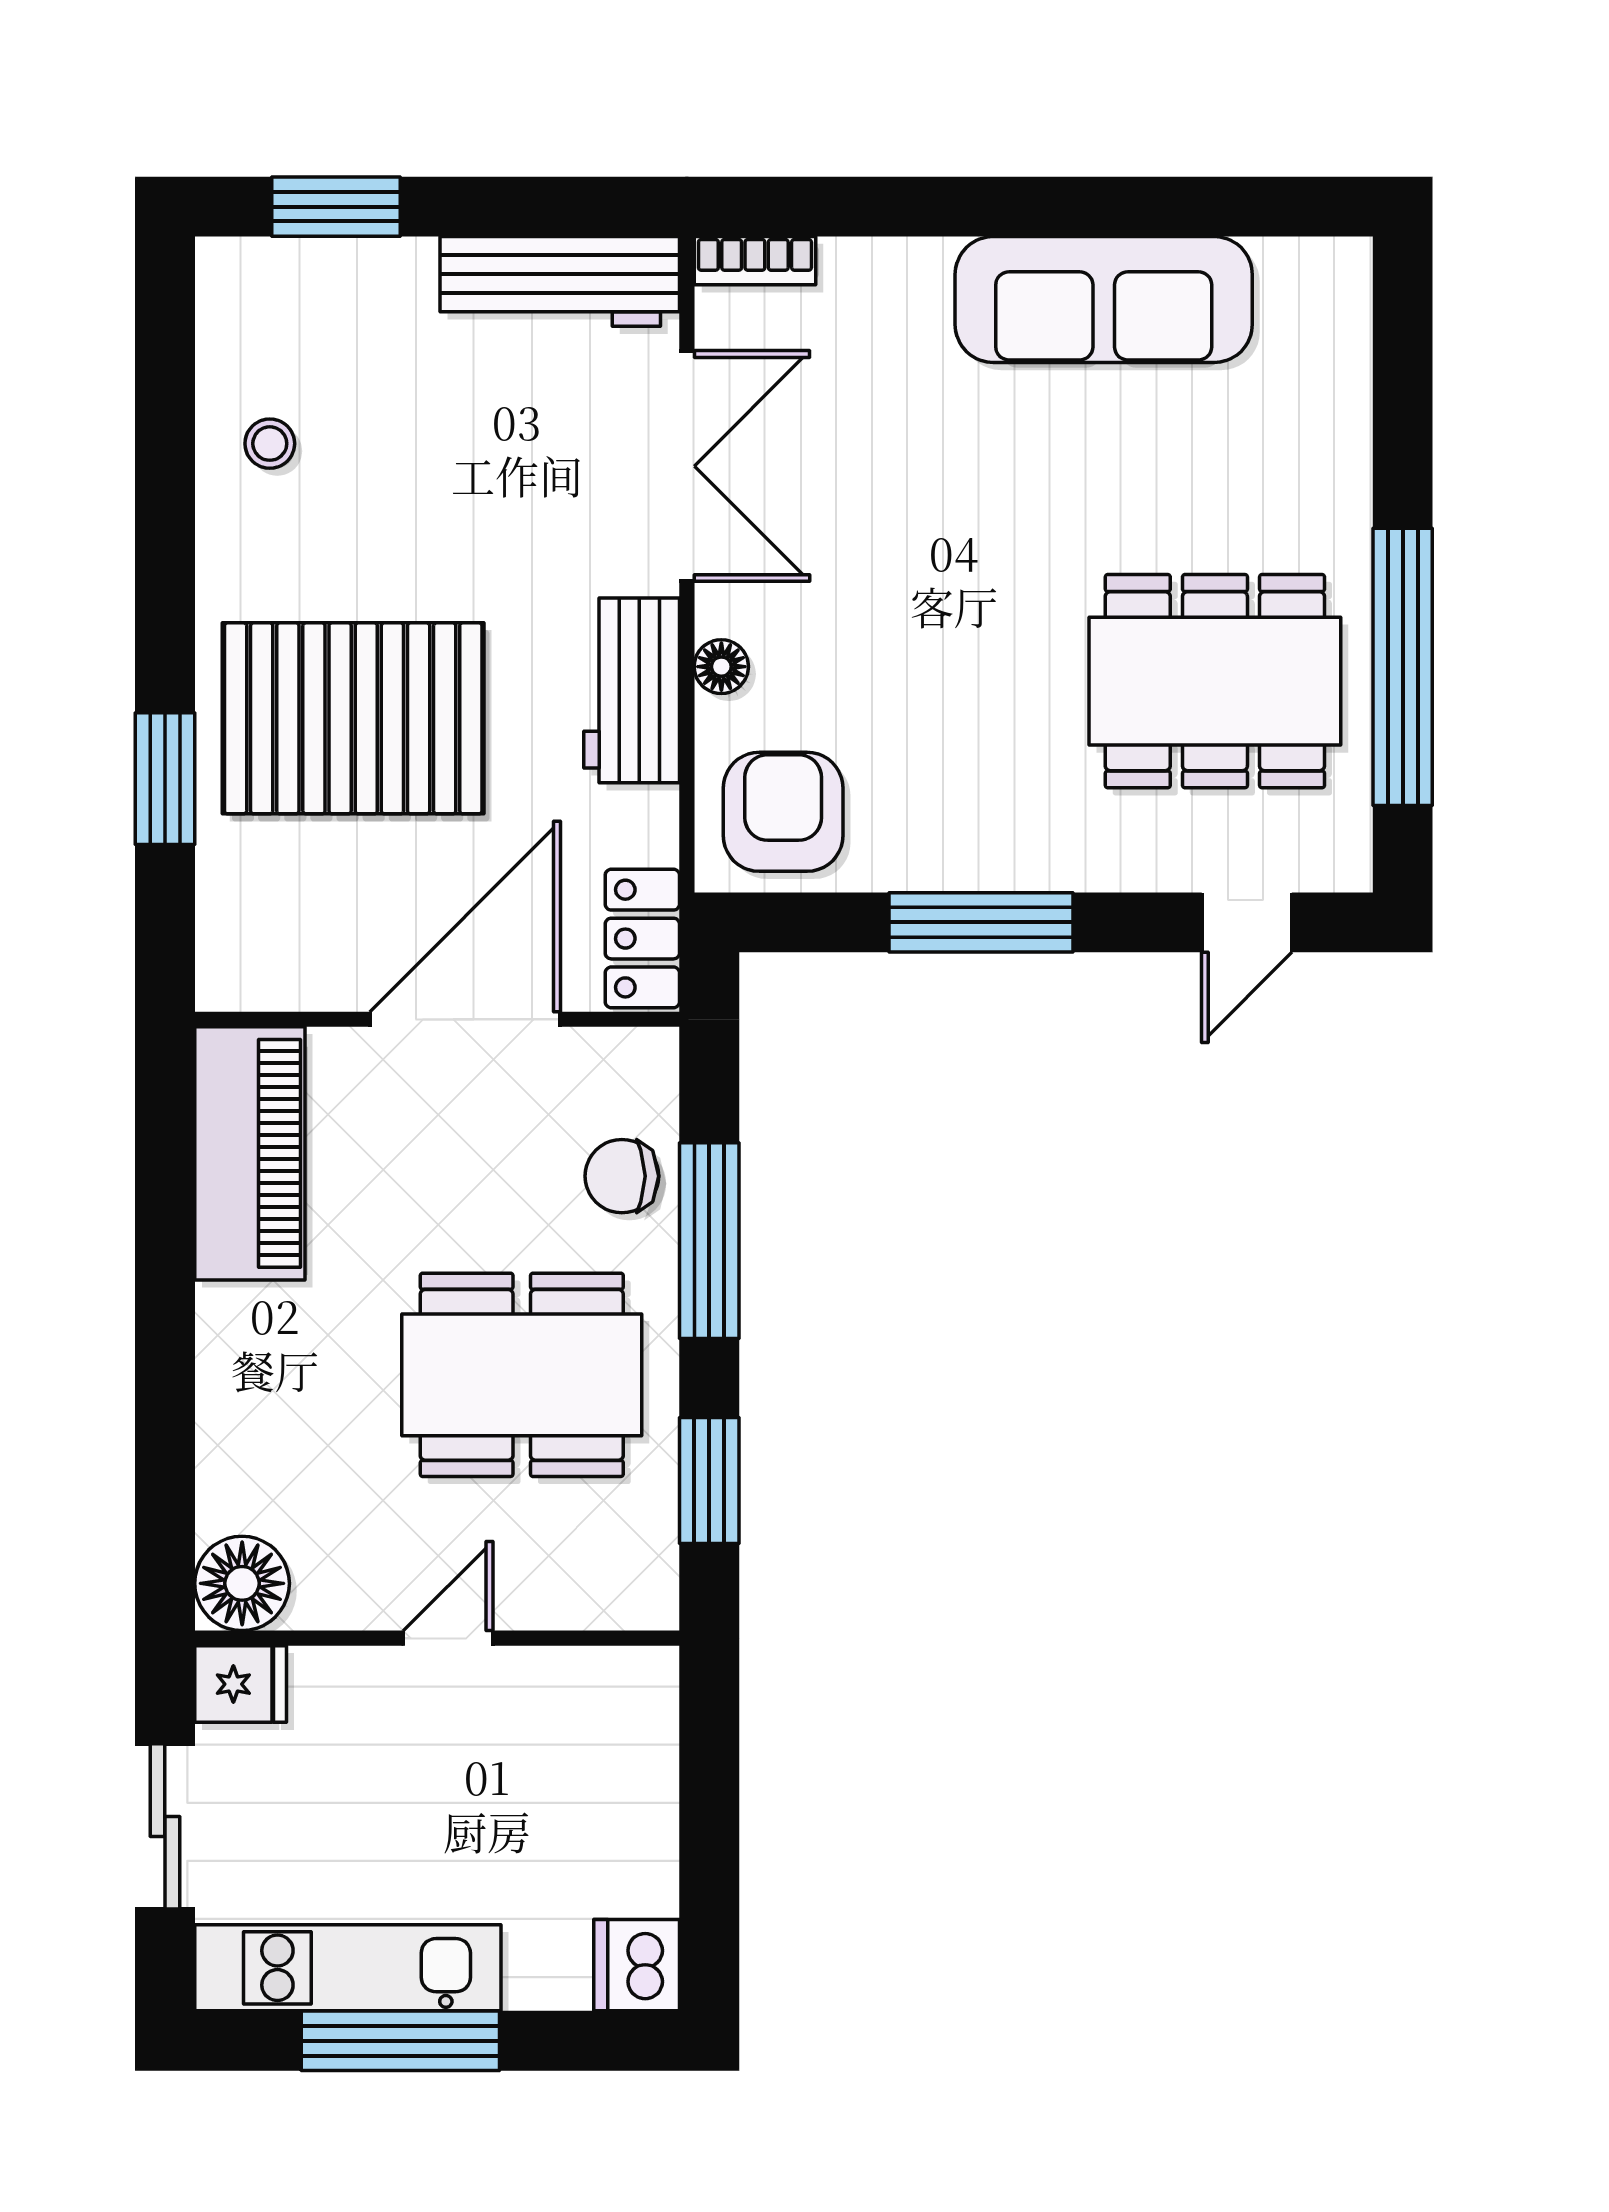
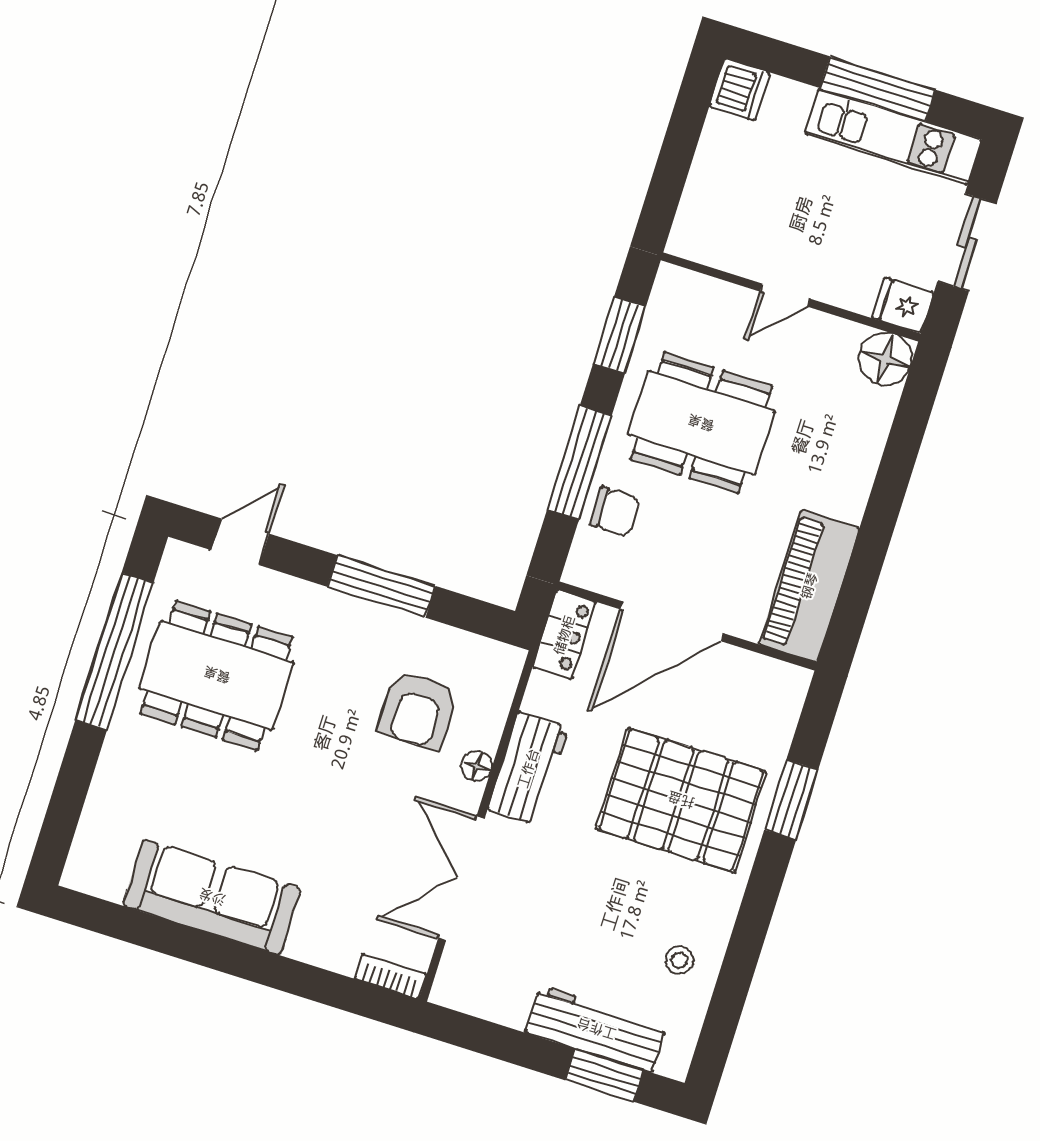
workbench: (560, 281) -> (596, 1029), moved
armchair: (783, 812) -> (418, 710), moved

